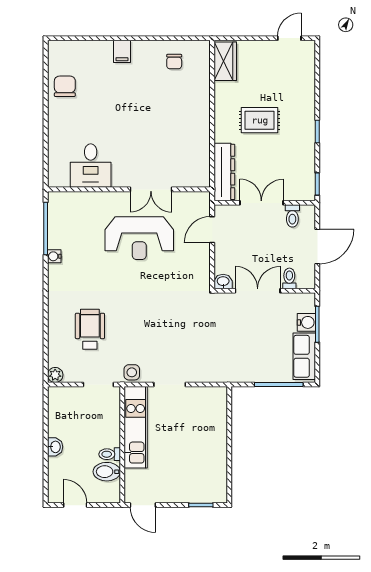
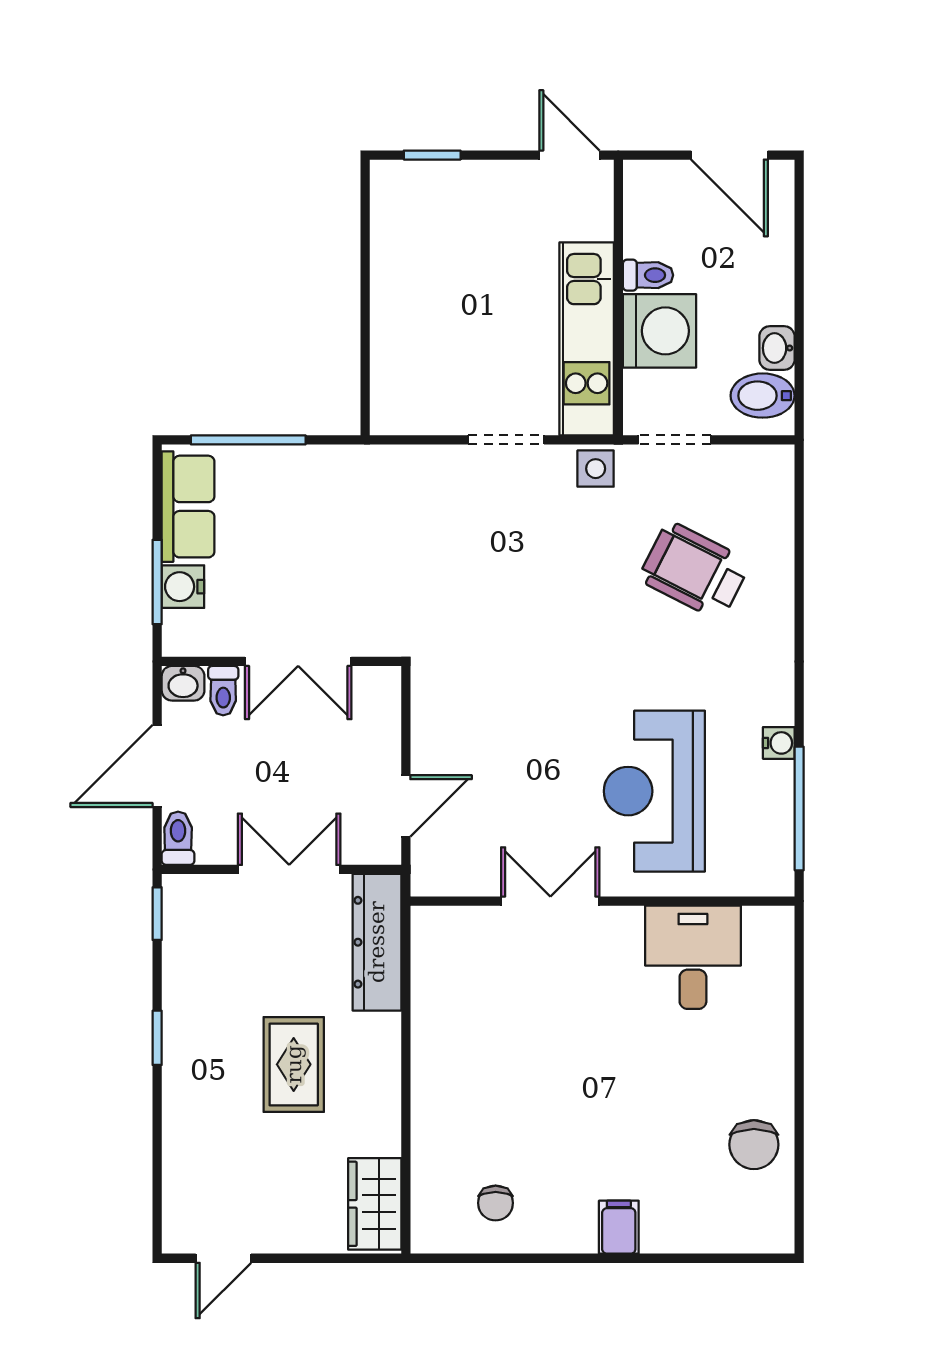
chair: (174, 62) -> (496, 1203), turned 180
rug: (260, 120) -> (294, 1064), turned 90
double door: (261, 203) -> (289, 869), swing flipped
toilet: (292, 216) -> (178, 838), moved
reception desk: (139, 238) -> (654, 791), moved, turned -90
washbasin: (223, 282) -> (183, 683), moved
wheelchair: (90, 329) -> (694, 571), turned 117
plant: (55, 375) -> (777, 462), removed
washing machine: (105, 431) -> (659, 331), added
washbasin: (55, 447) -> (777, 348), moved
bidet: (107, 472) -> (763, 396), moved, turned 180
door: (75, 505) -> (730, 155), width x1.38

